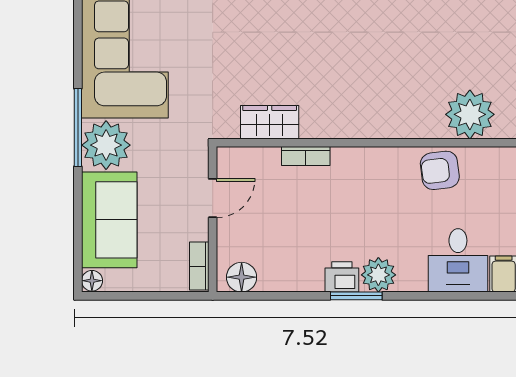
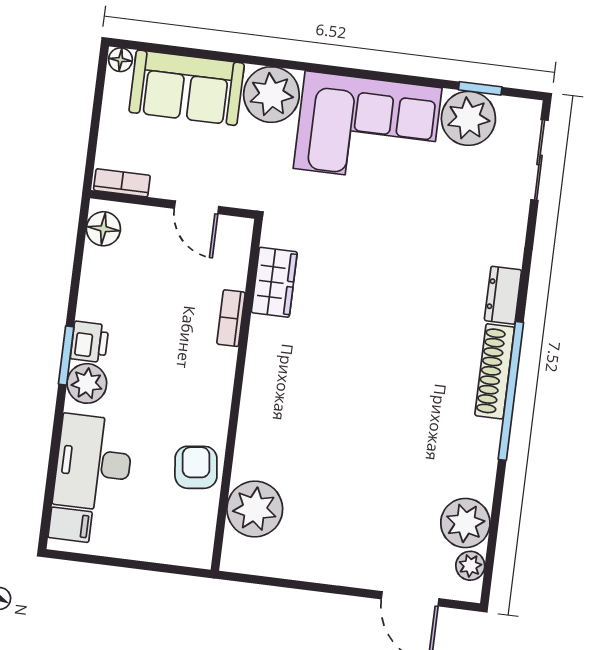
window: (78, 128) -> (295, 65), removed
desk: (458, 260) -> (94, 463), width x1.37

